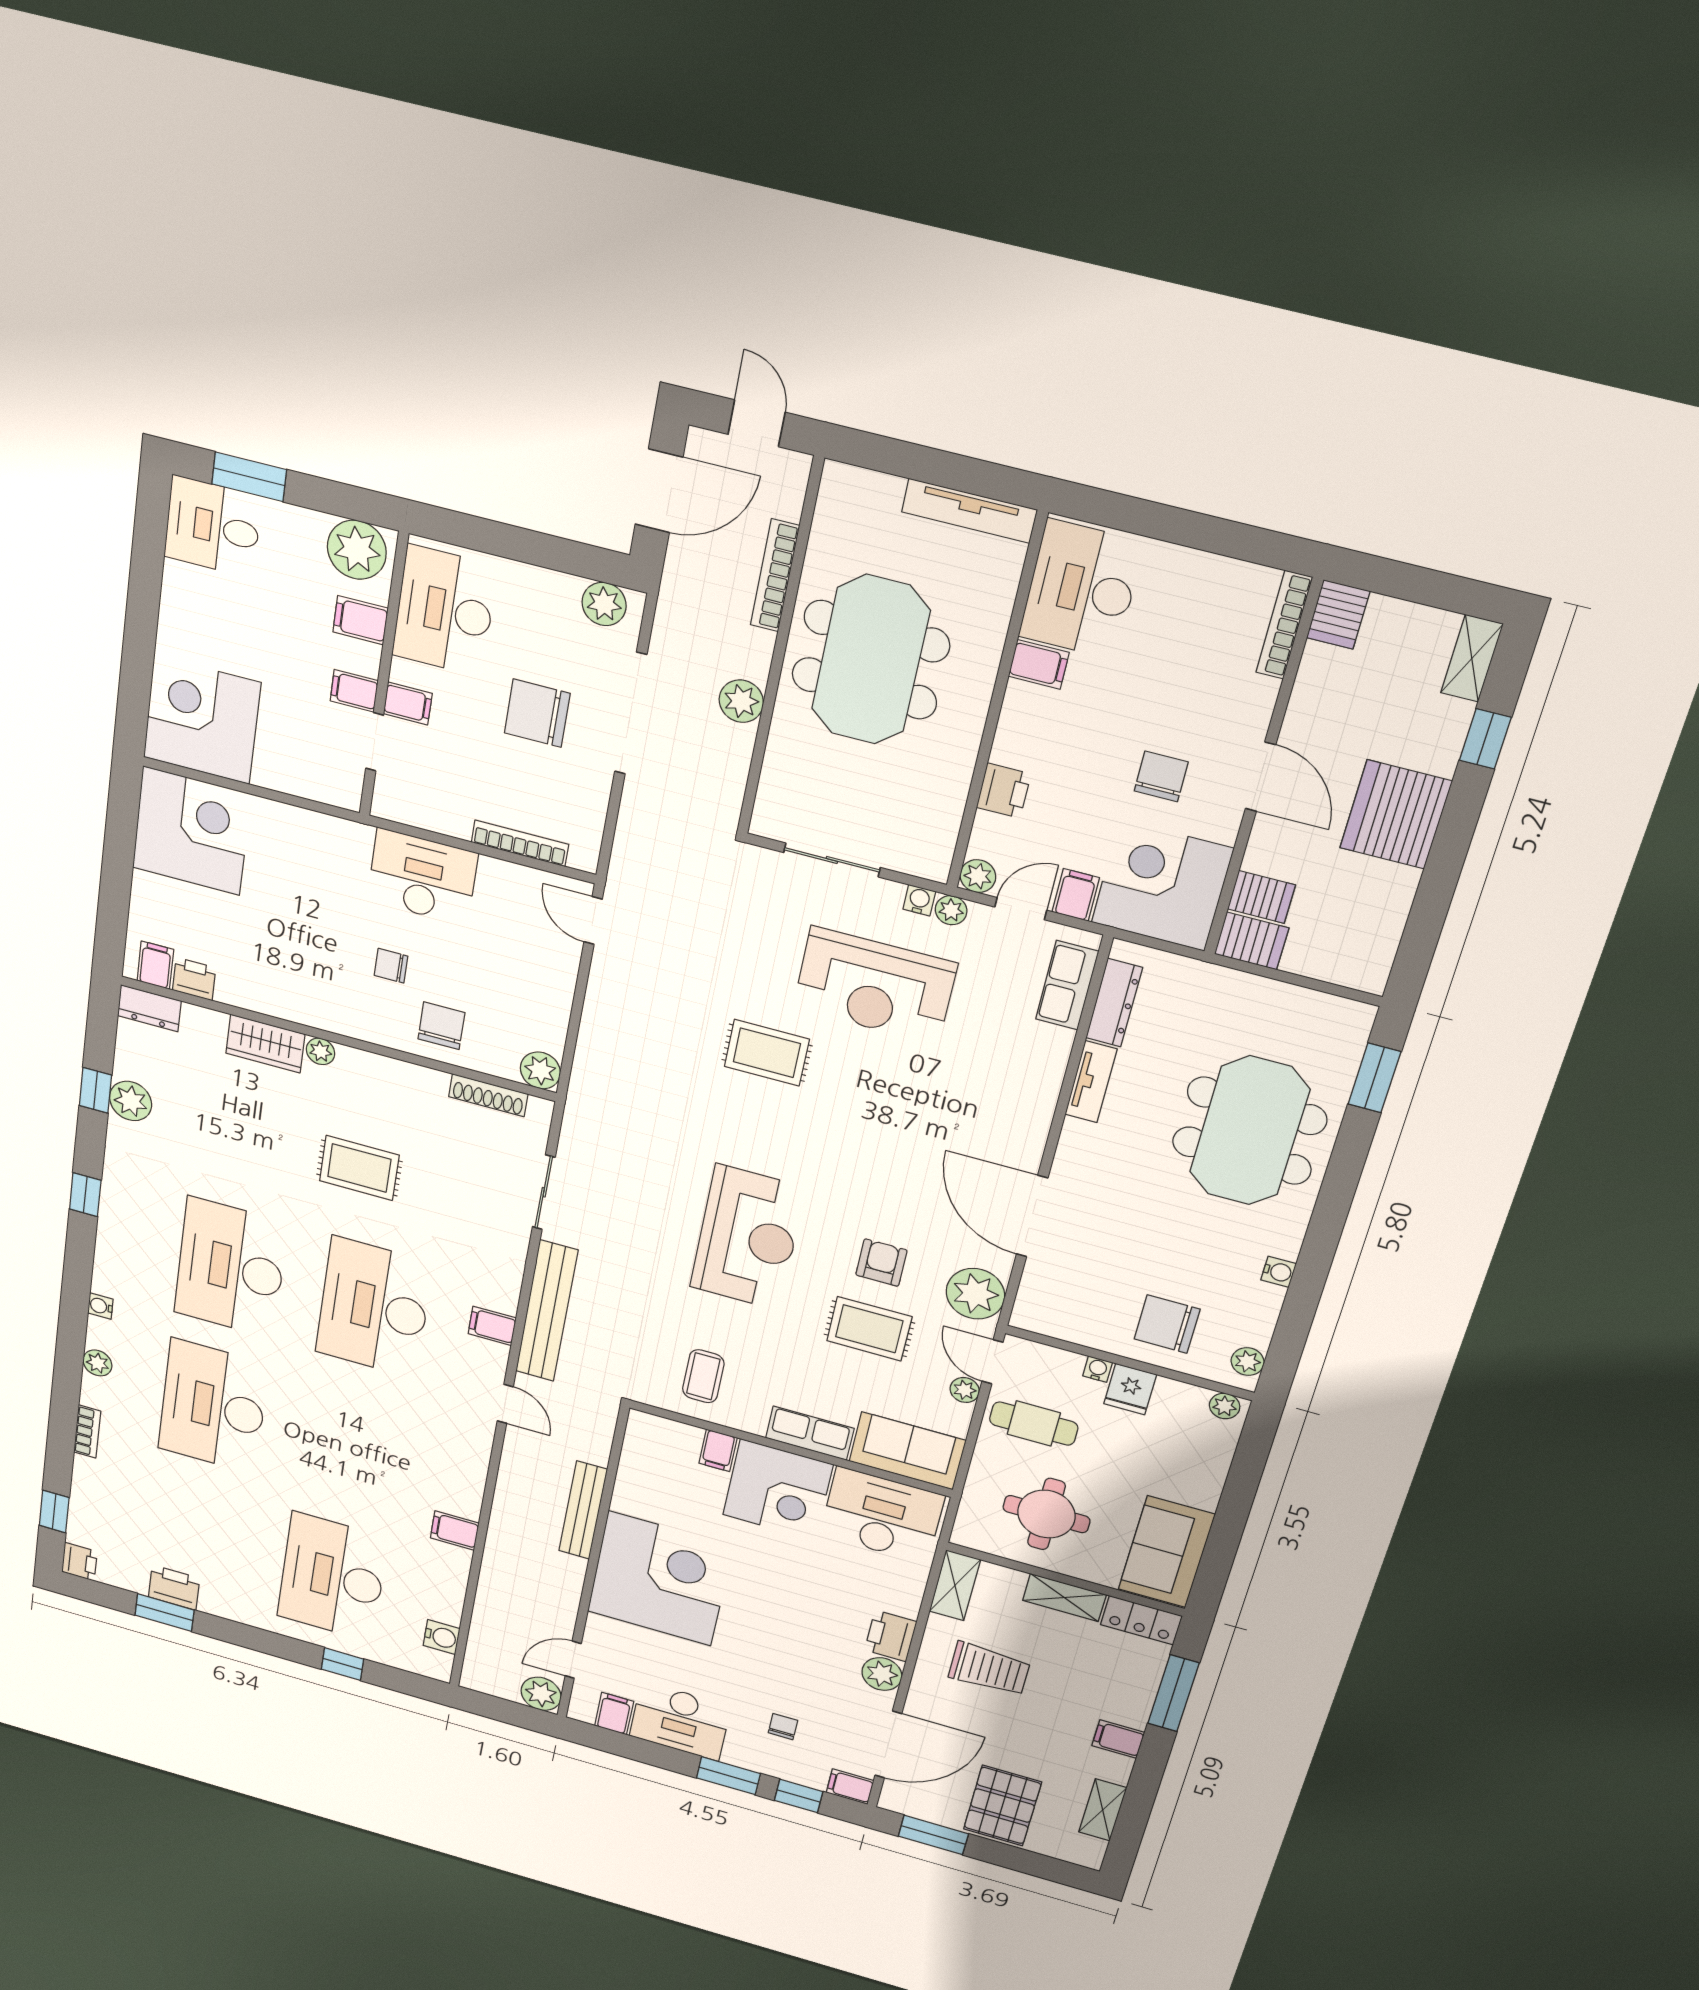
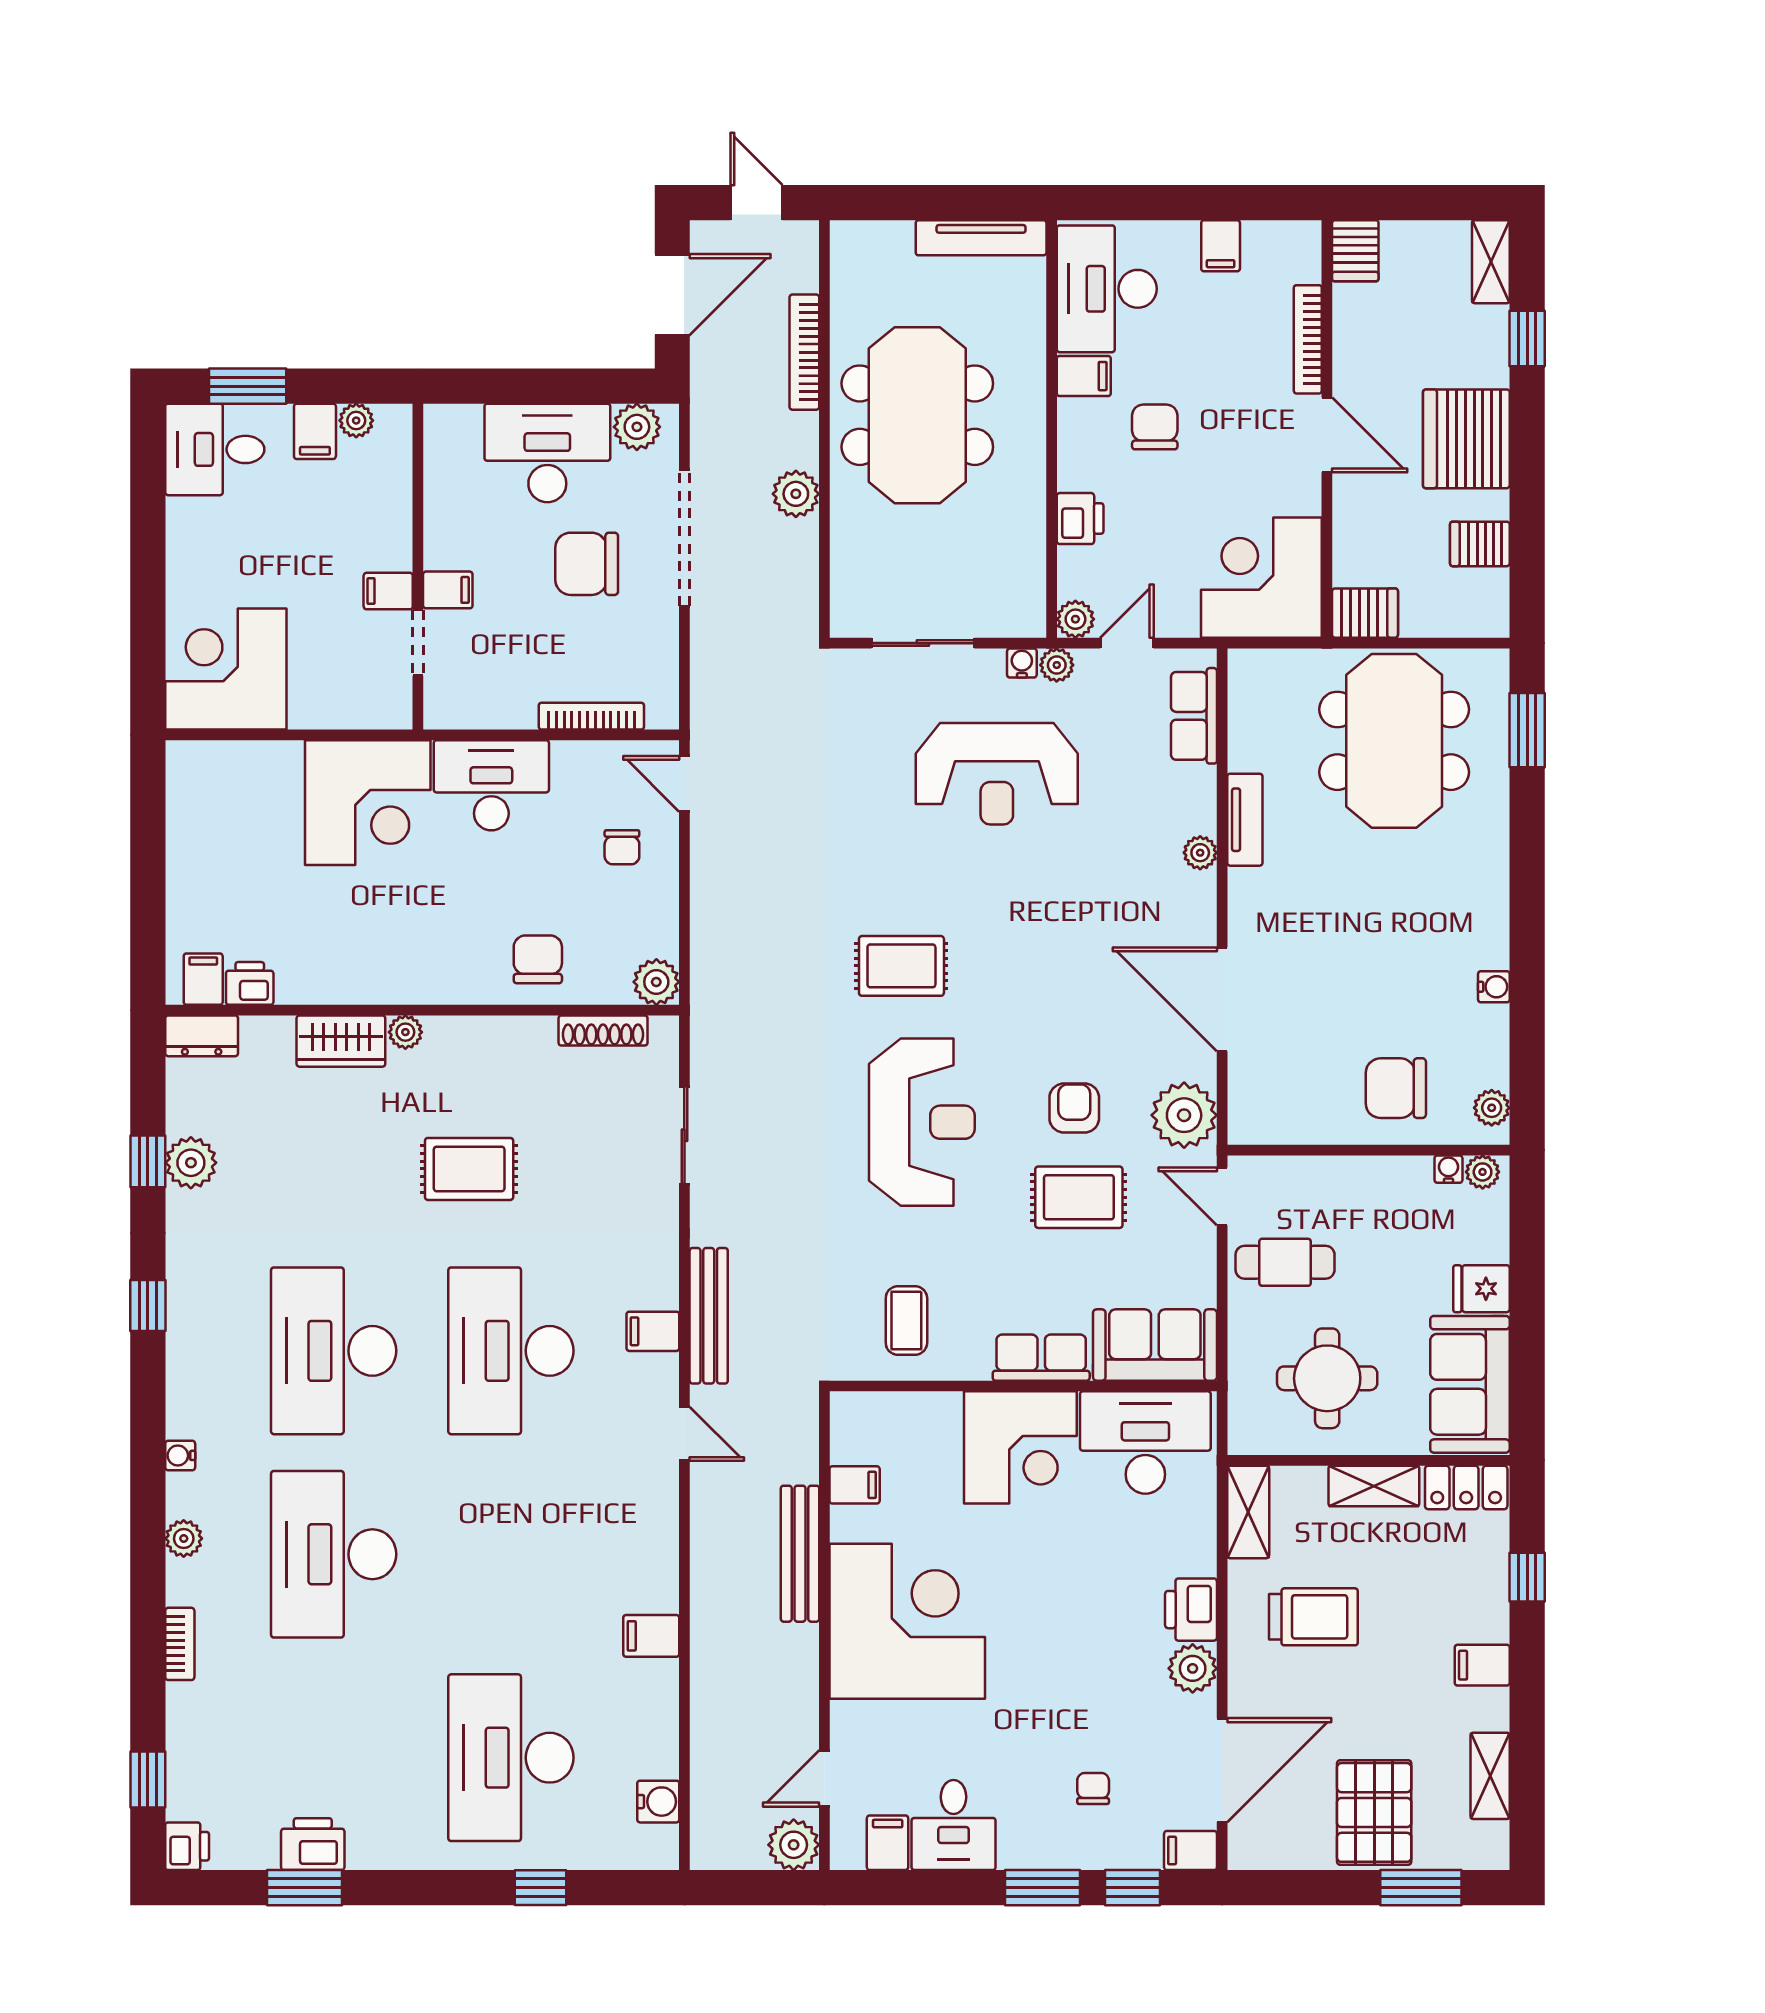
plant: (357, 550) -> (356, 421), width x0.53, depth x0.53
desk: (445, 611) -> (547, 453), moved, turned 90
filing cabinet: (360, 620) -> (315, 431), moved, turned -90
bookcase: (1284, 625) -> (1308, 339), moved
chair: (1161, 776) -> (1155, 427), moved
corner desk: (191, 831) -> (368, 803), moved, turned 90
filing cabinet: (1076, 895) -> (1221, 246), moved, turned 180
server rack: (1261, 897) -> (1480, 544), moved, turned 180
chair: (391, 966) -> (622, 847), moved, turned -90
dresser: (1114, 1003) -> (1246, 722), removed
rug: (767, 1053) -> (901, 966), moved
meeting table: (1249, 1131) -> (1394, 741), moved
bench: (547, 1311) -> (709, 1316), width x0.73, depth x0.82
water cooler: (1098, 1369) -> (1448, 1169), moved
fridge: (1130, 1389) -> (1481, 1289), moved, turned 90
plant: (965, 1390) -> (1200, 853), moved
filing cabinet: (718, 1450) -> (855, 1485), moved, turned -90
window: (1173, 1693) -> (1527, 1577), width x0.46
desk: (680, 1721) -> (954, 1825), width x0.73
window: (933, 1835) -> (1421, 1888), moved

